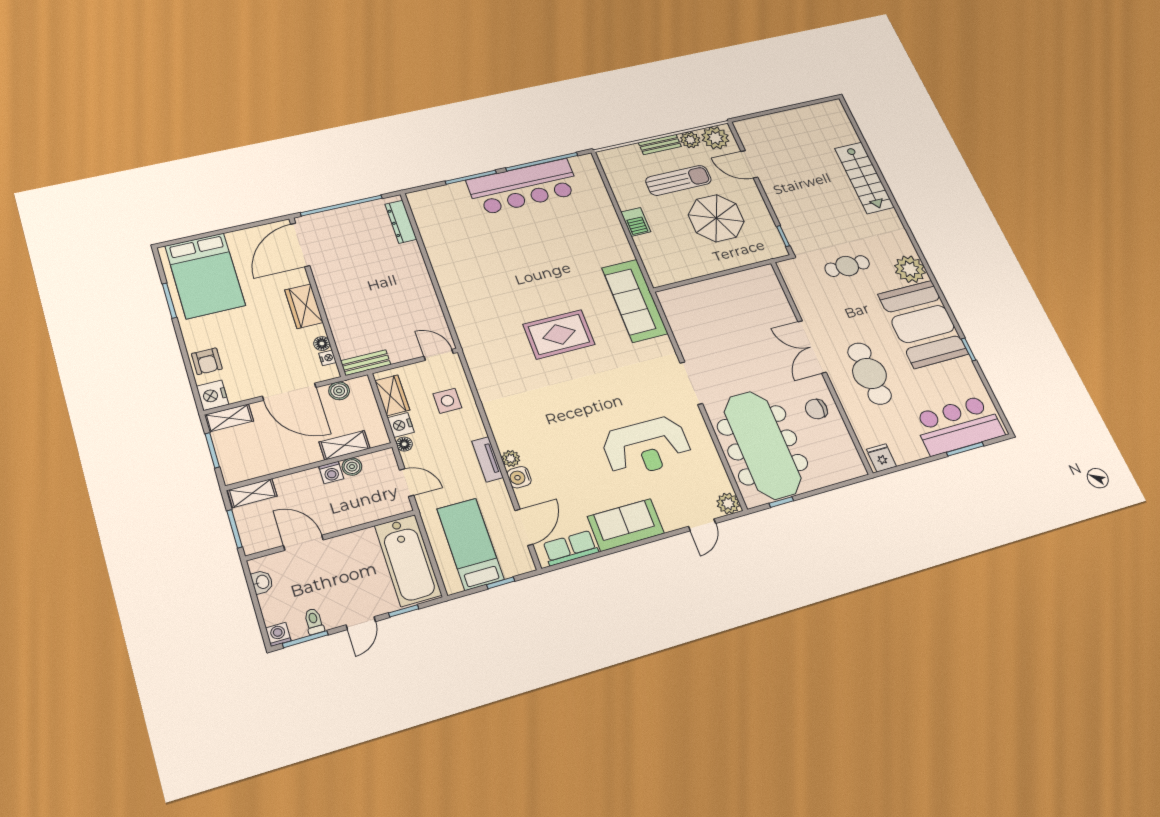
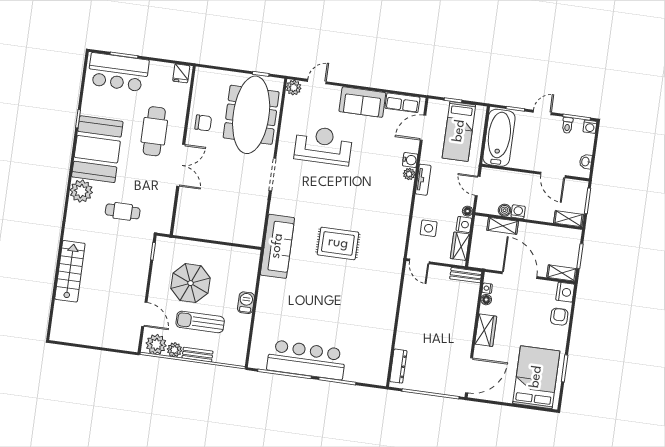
boiler: (339, 391) -> (490, 263), removed

